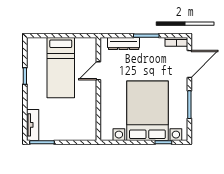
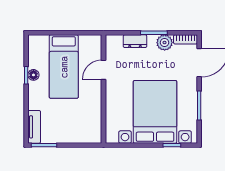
dresser: (124, 44) -> (135, 41), width x0.70
plant: (156, 45) -> (165, 43), added
floor lamp: (32, 76) -> (33, 75), added

